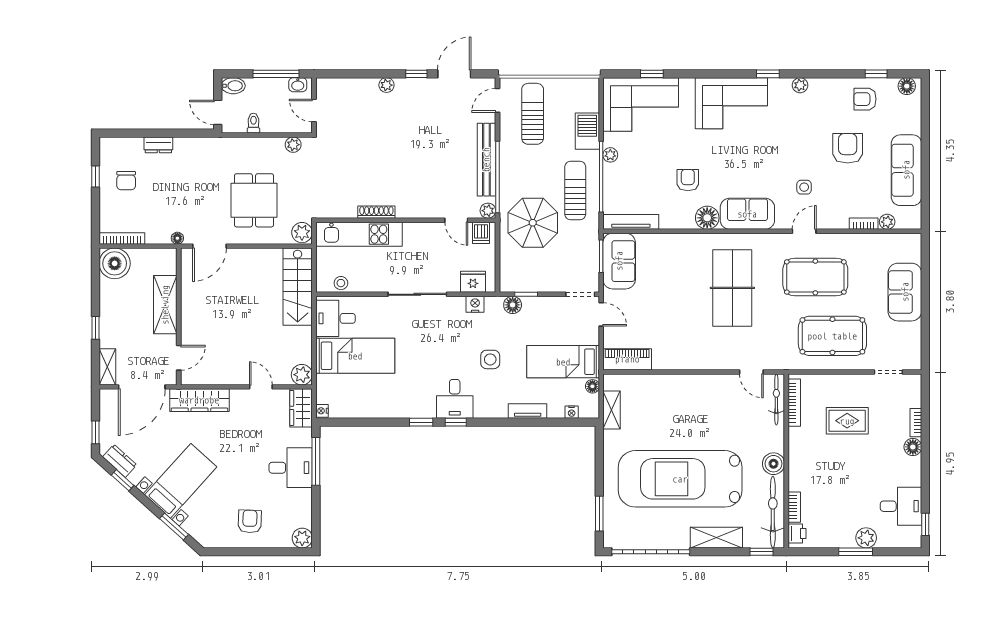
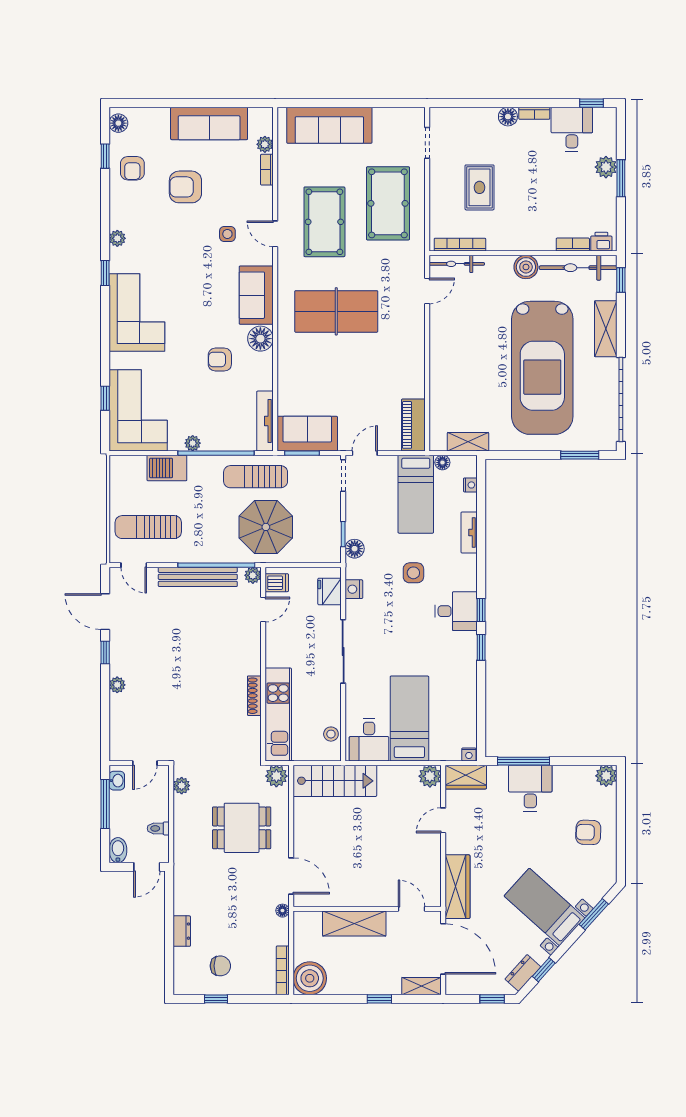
sun lounger: (575, 190) -> (256, 477), moved
sofa: (905, 292) -> (329, 125), width x1.36
bookcase: (916, 423) -> (534, 113), moved

